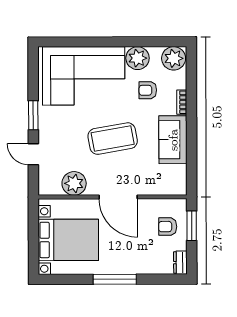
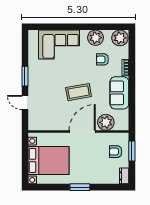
corner sofa: (84, 76) -> (59, 44), width x0.73, depth x0.74
coffee table: (113, 139) -> (79, 92), width x0.73, depth x0.76
plant: (74, 183) -> (106, 122), moved
door: (118, 197) -> (82, 131), swing flipped
window: (115, 279) -> (80, 187), width x0.69

